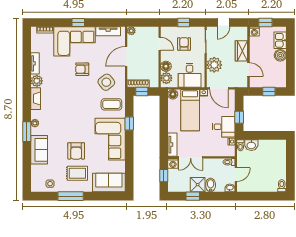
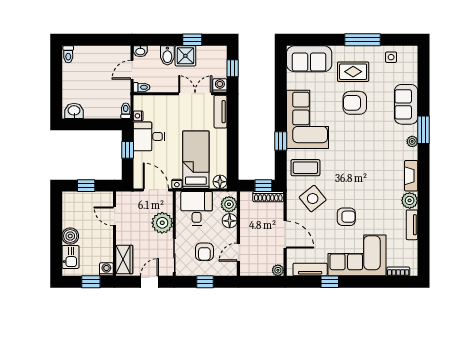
window: (78, 22) -> (330, 282), moved
door: (160, 44) -> (238, 252), hinge flipped
wardrobe: (241, 51) -> (124, 260), moved
door: (126, 56) -> (285, 235), hinge flipped
washbasin: (251, 145) -> (74, 111), moved
armchair: (76, 151) -> (355, 103), turned -90

